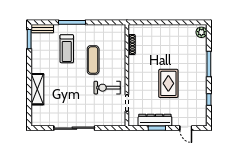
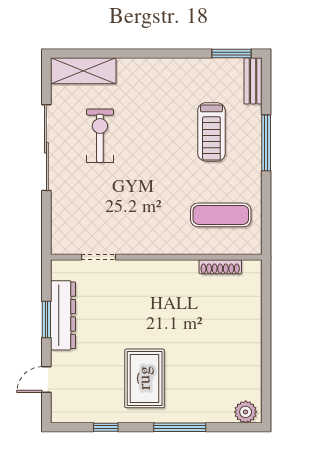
treadmill: (67, 49) -> (211, 132), turned -90
exercise mat: (93, 60) -> (221, 215), moved
rug: (168, 83) -> (145, 378), moved, turned 90
exercise bike: (107, 88) -> (100, 136), moved
shelving: (37, 89) -> (83, 71), moved

